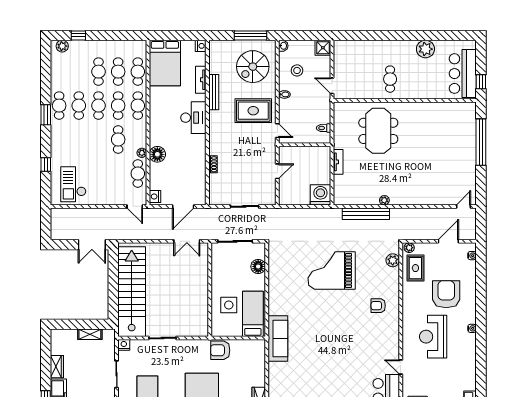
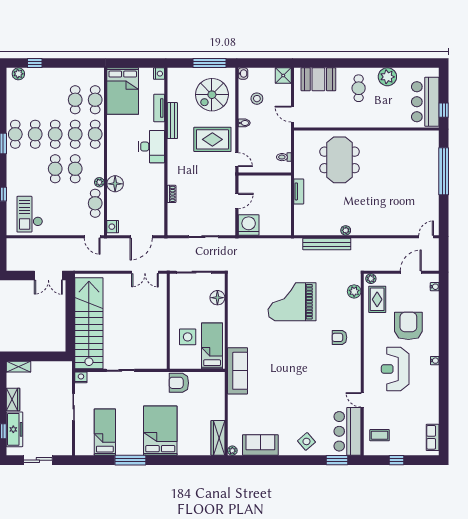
booth: (358, 51) -> (318, 79), added
cafe table: (98, 72) -> (55, 169), moved
cafe table: (390, 79) -> (359, 88), moved
washing machine: (320, 195) -> (249, 225), moved
shelving: (90, 334) -> (19, 367), moved

